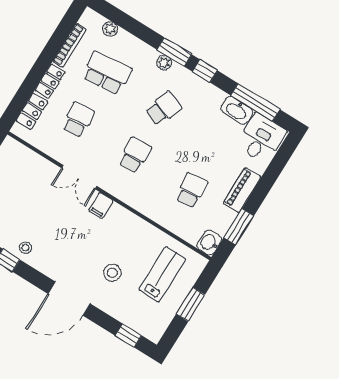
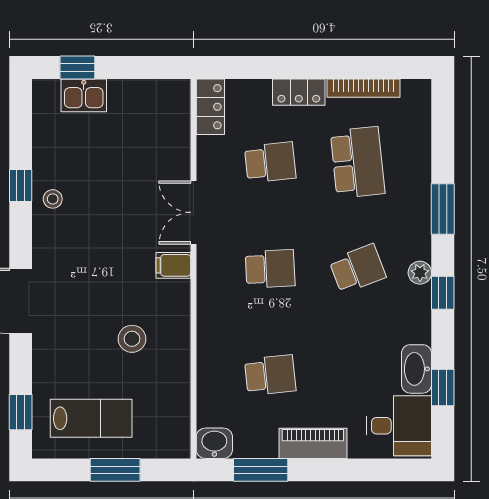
plant: (110, 29) -> (420, 129), removed
window: (174, 52) -> (443, 209), moved
plant: (164, 63) -> (420, 273), moved
window: (255, 102) -> (443, 388), width x0.46
school desk: (164, 108) -> (358, 269), turned -42
locker: (32, 111) -> (210, 107), moved, turned -90
stool: (112, 273) -> (132, 339), moved
lab bench: (162, 274) -> (91, 418), moved

